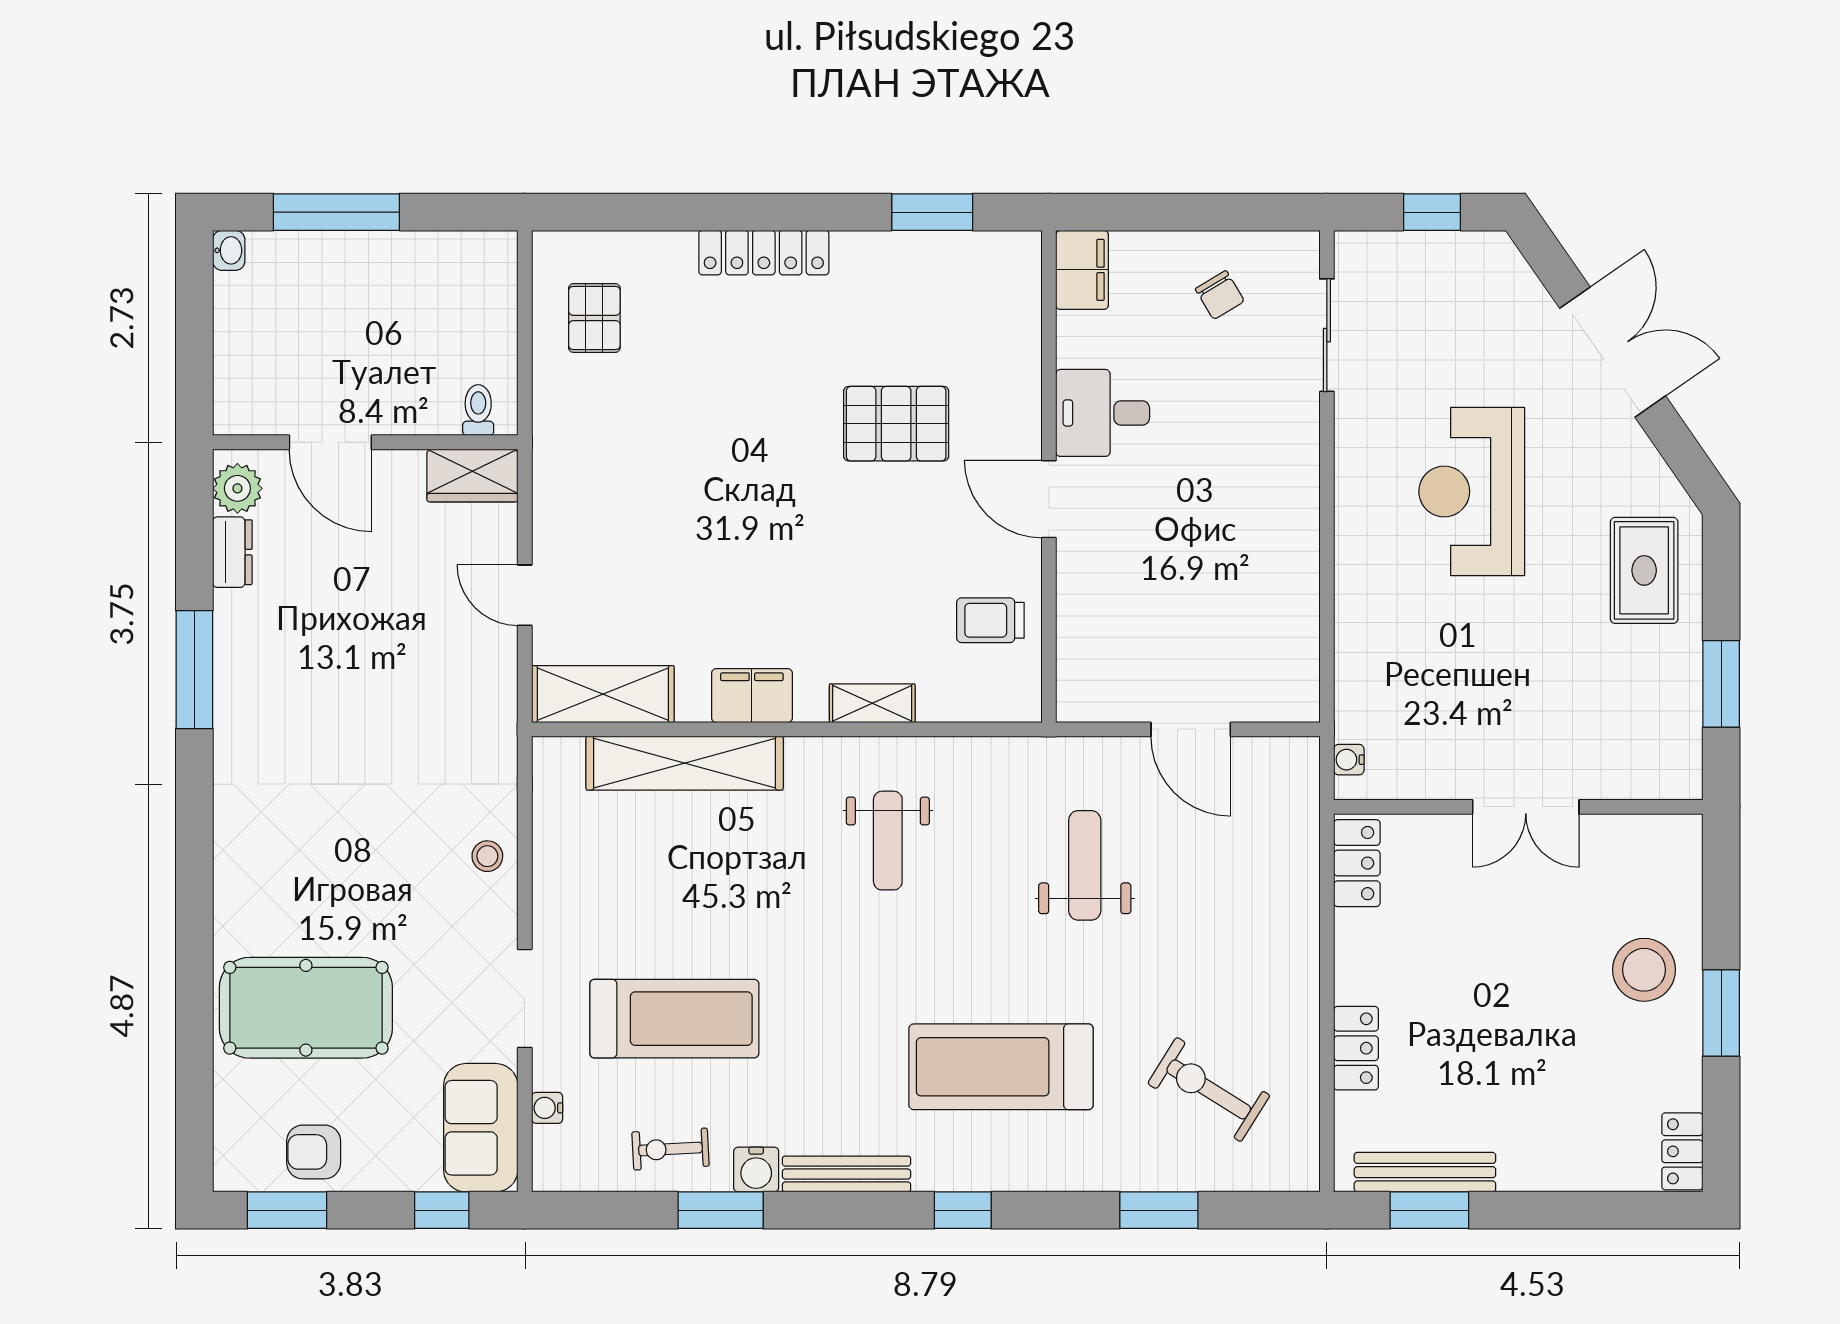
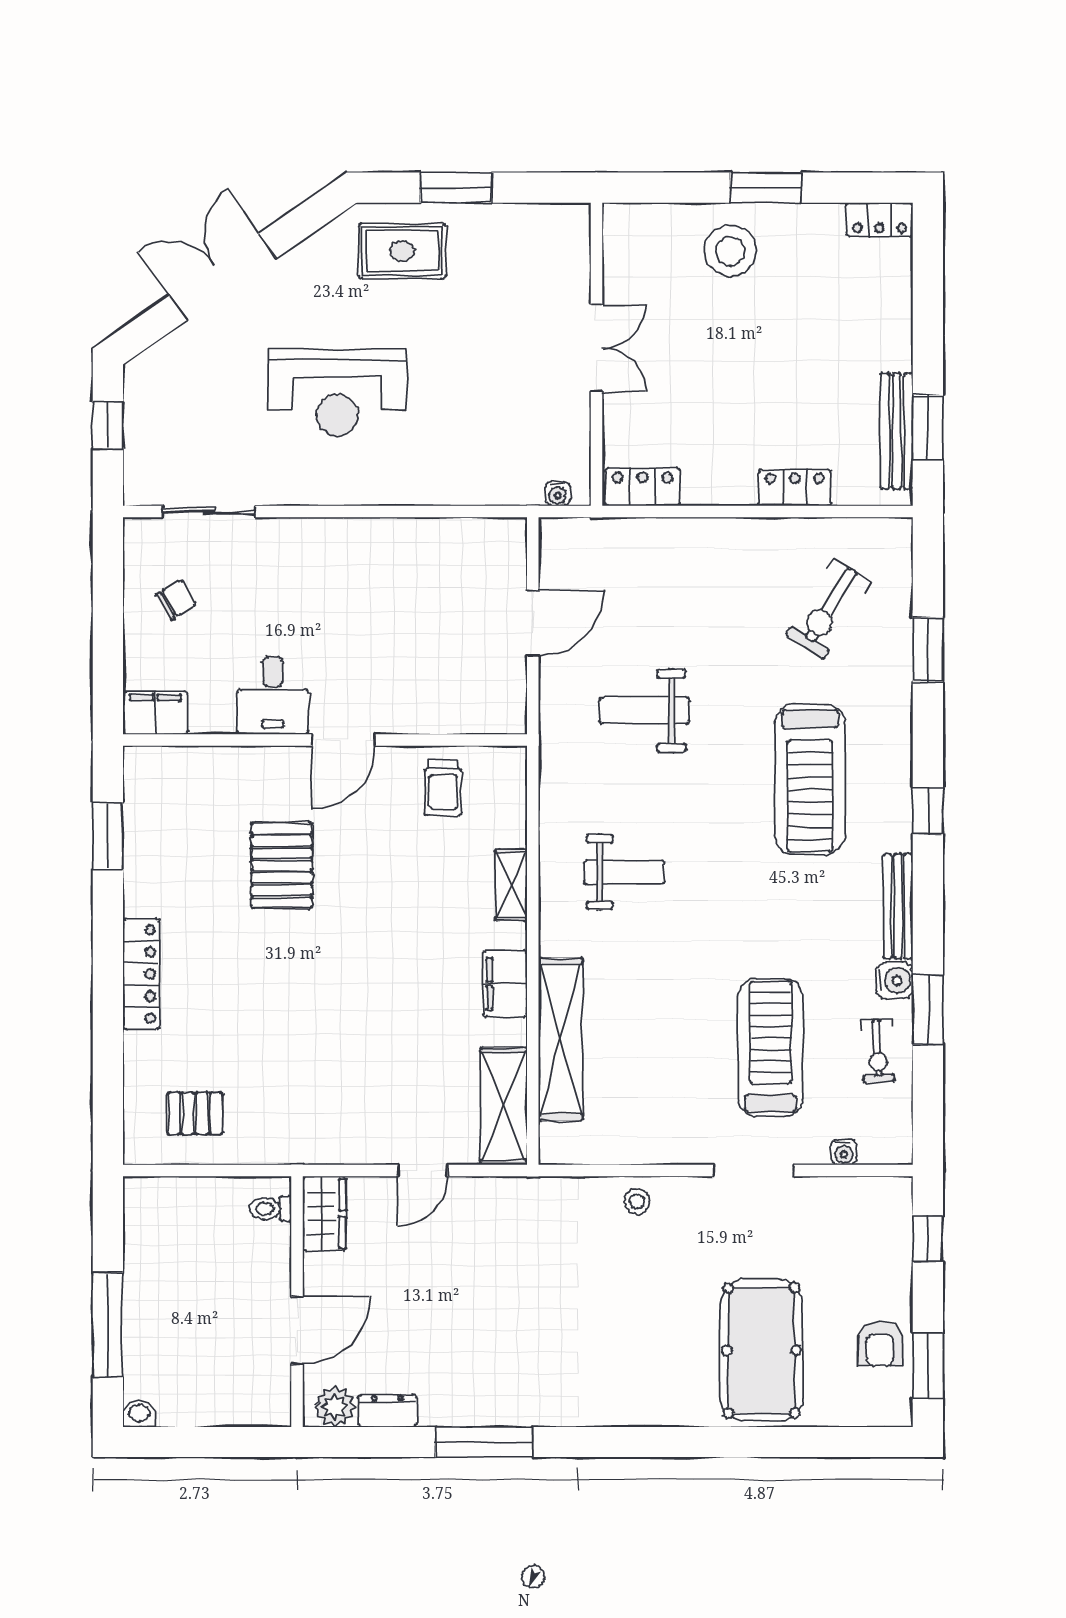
window: (1721, 684) -> (456, 188), moved
sofa: (481, 1128) -> (860, 1207), removed

